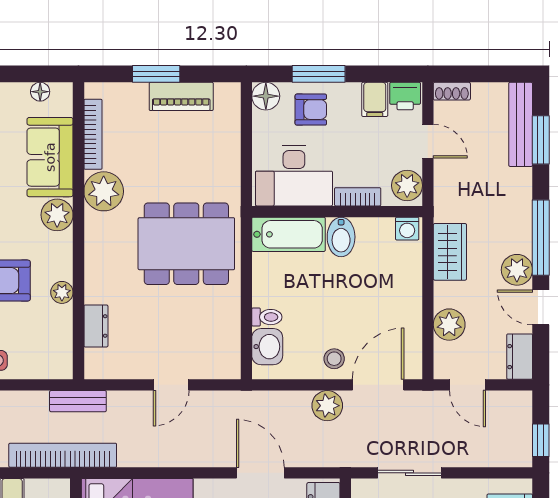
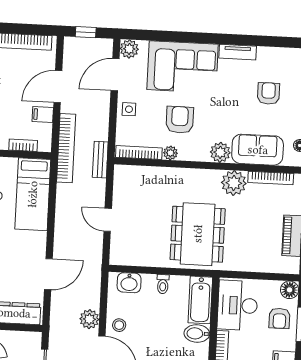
toilet: (267, 317) -> (163, 284), moved
dresser: (96, 326) -> (148, 174), removed
bookcase: (64, 342) -> (139, 153), added

